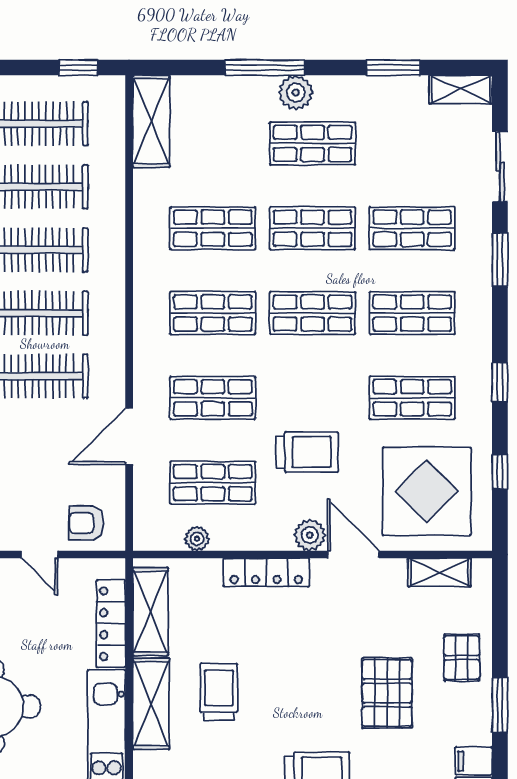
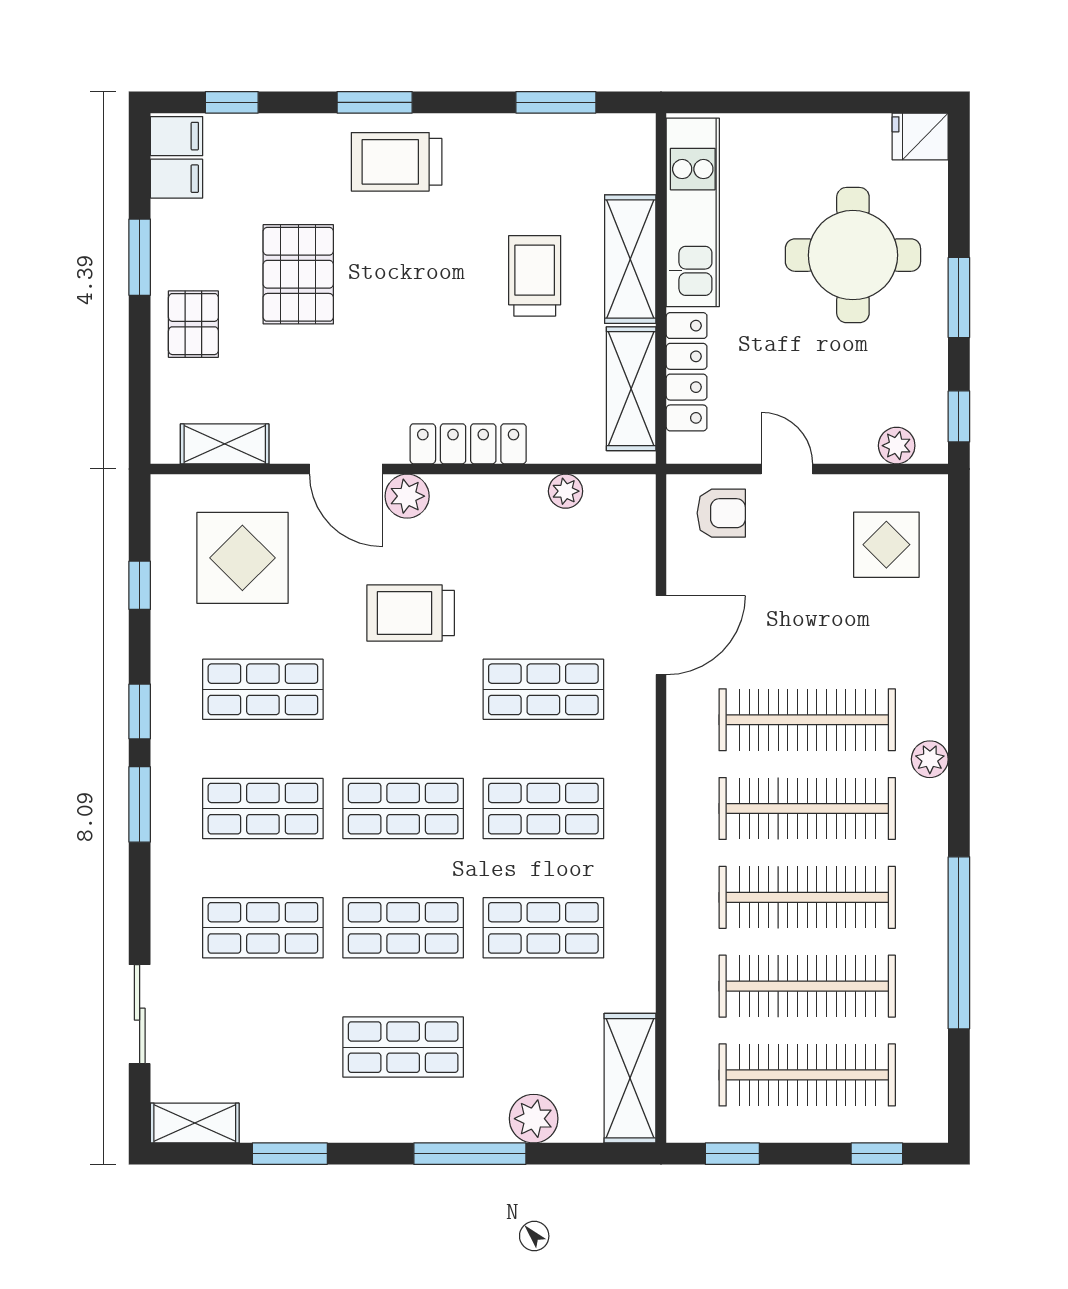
plant: (296, 93) -> (534, 1119), moved
window: (500, 260) -> (140, 804), moved
shop shelf: (213, 483) -> (543, 570), removed
display table: (427, 491) -> (242, 558), width x0.73, depth x0.73
trolley: (219, 692) -> (535, 276), turned 180

